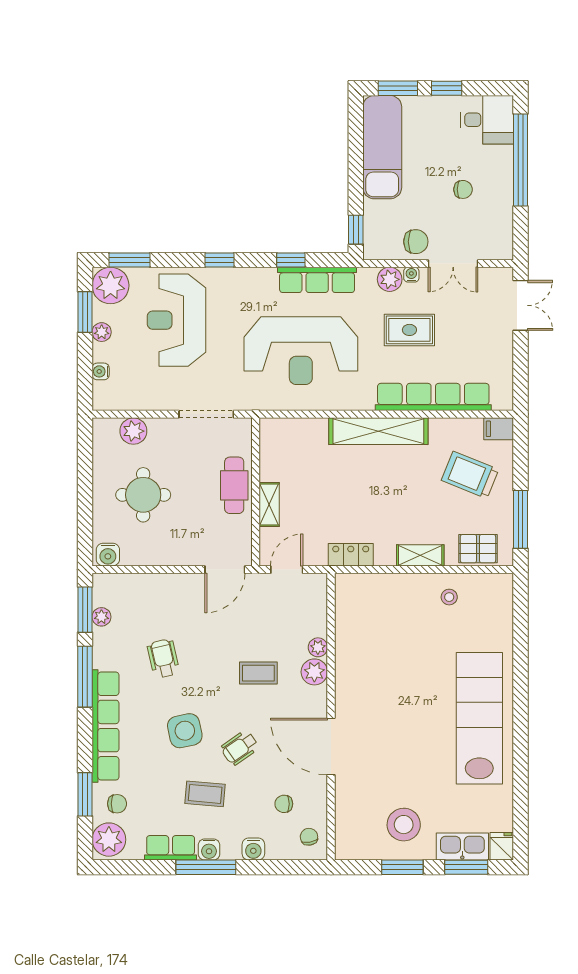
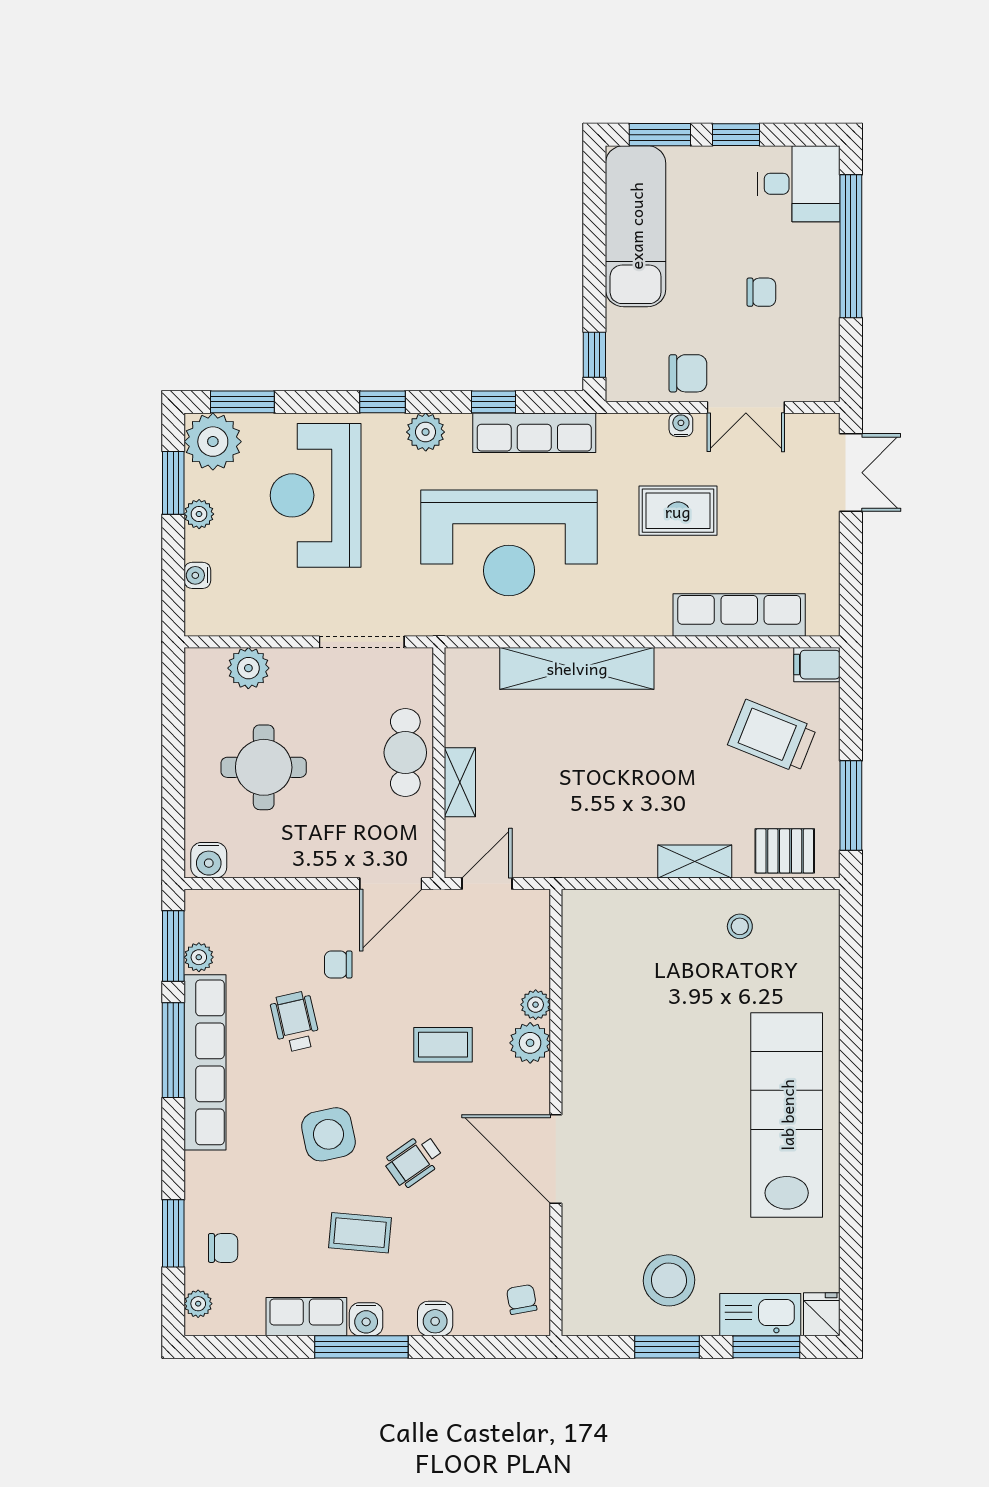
plant: (390, 279) -> (426, 432), moved
row of seats: (433, 397) -> (739, 615), width x0.73
shelving: (378, 431) -> (577, 668), moved
locker: (351, 555) -> (587, 860), removed
row of seats: (105, 726) -> (205, 1062), moved
chair: (284, 804) -> (338, 965), moved
plant: (109, 840) -> (198, 1304), width x0.53, depth x0.53

